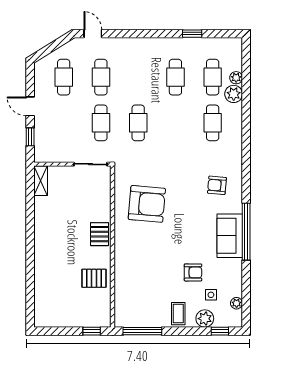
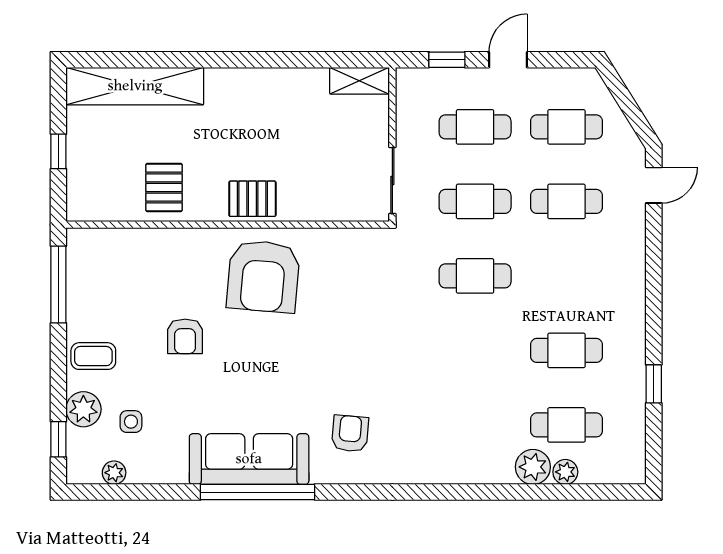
cafe table: (213, 123) -> (475, 127), moved
armchair: (147, 204) -> (263, 276), moved
sofa: (230, 236) -> (249, 459), width x1.36
armchair: (193, 272) -> (185, 336), moved
shelving: (43, 293) -> (135, 86), added
window: (92, 331) -> (58, 151), moved

